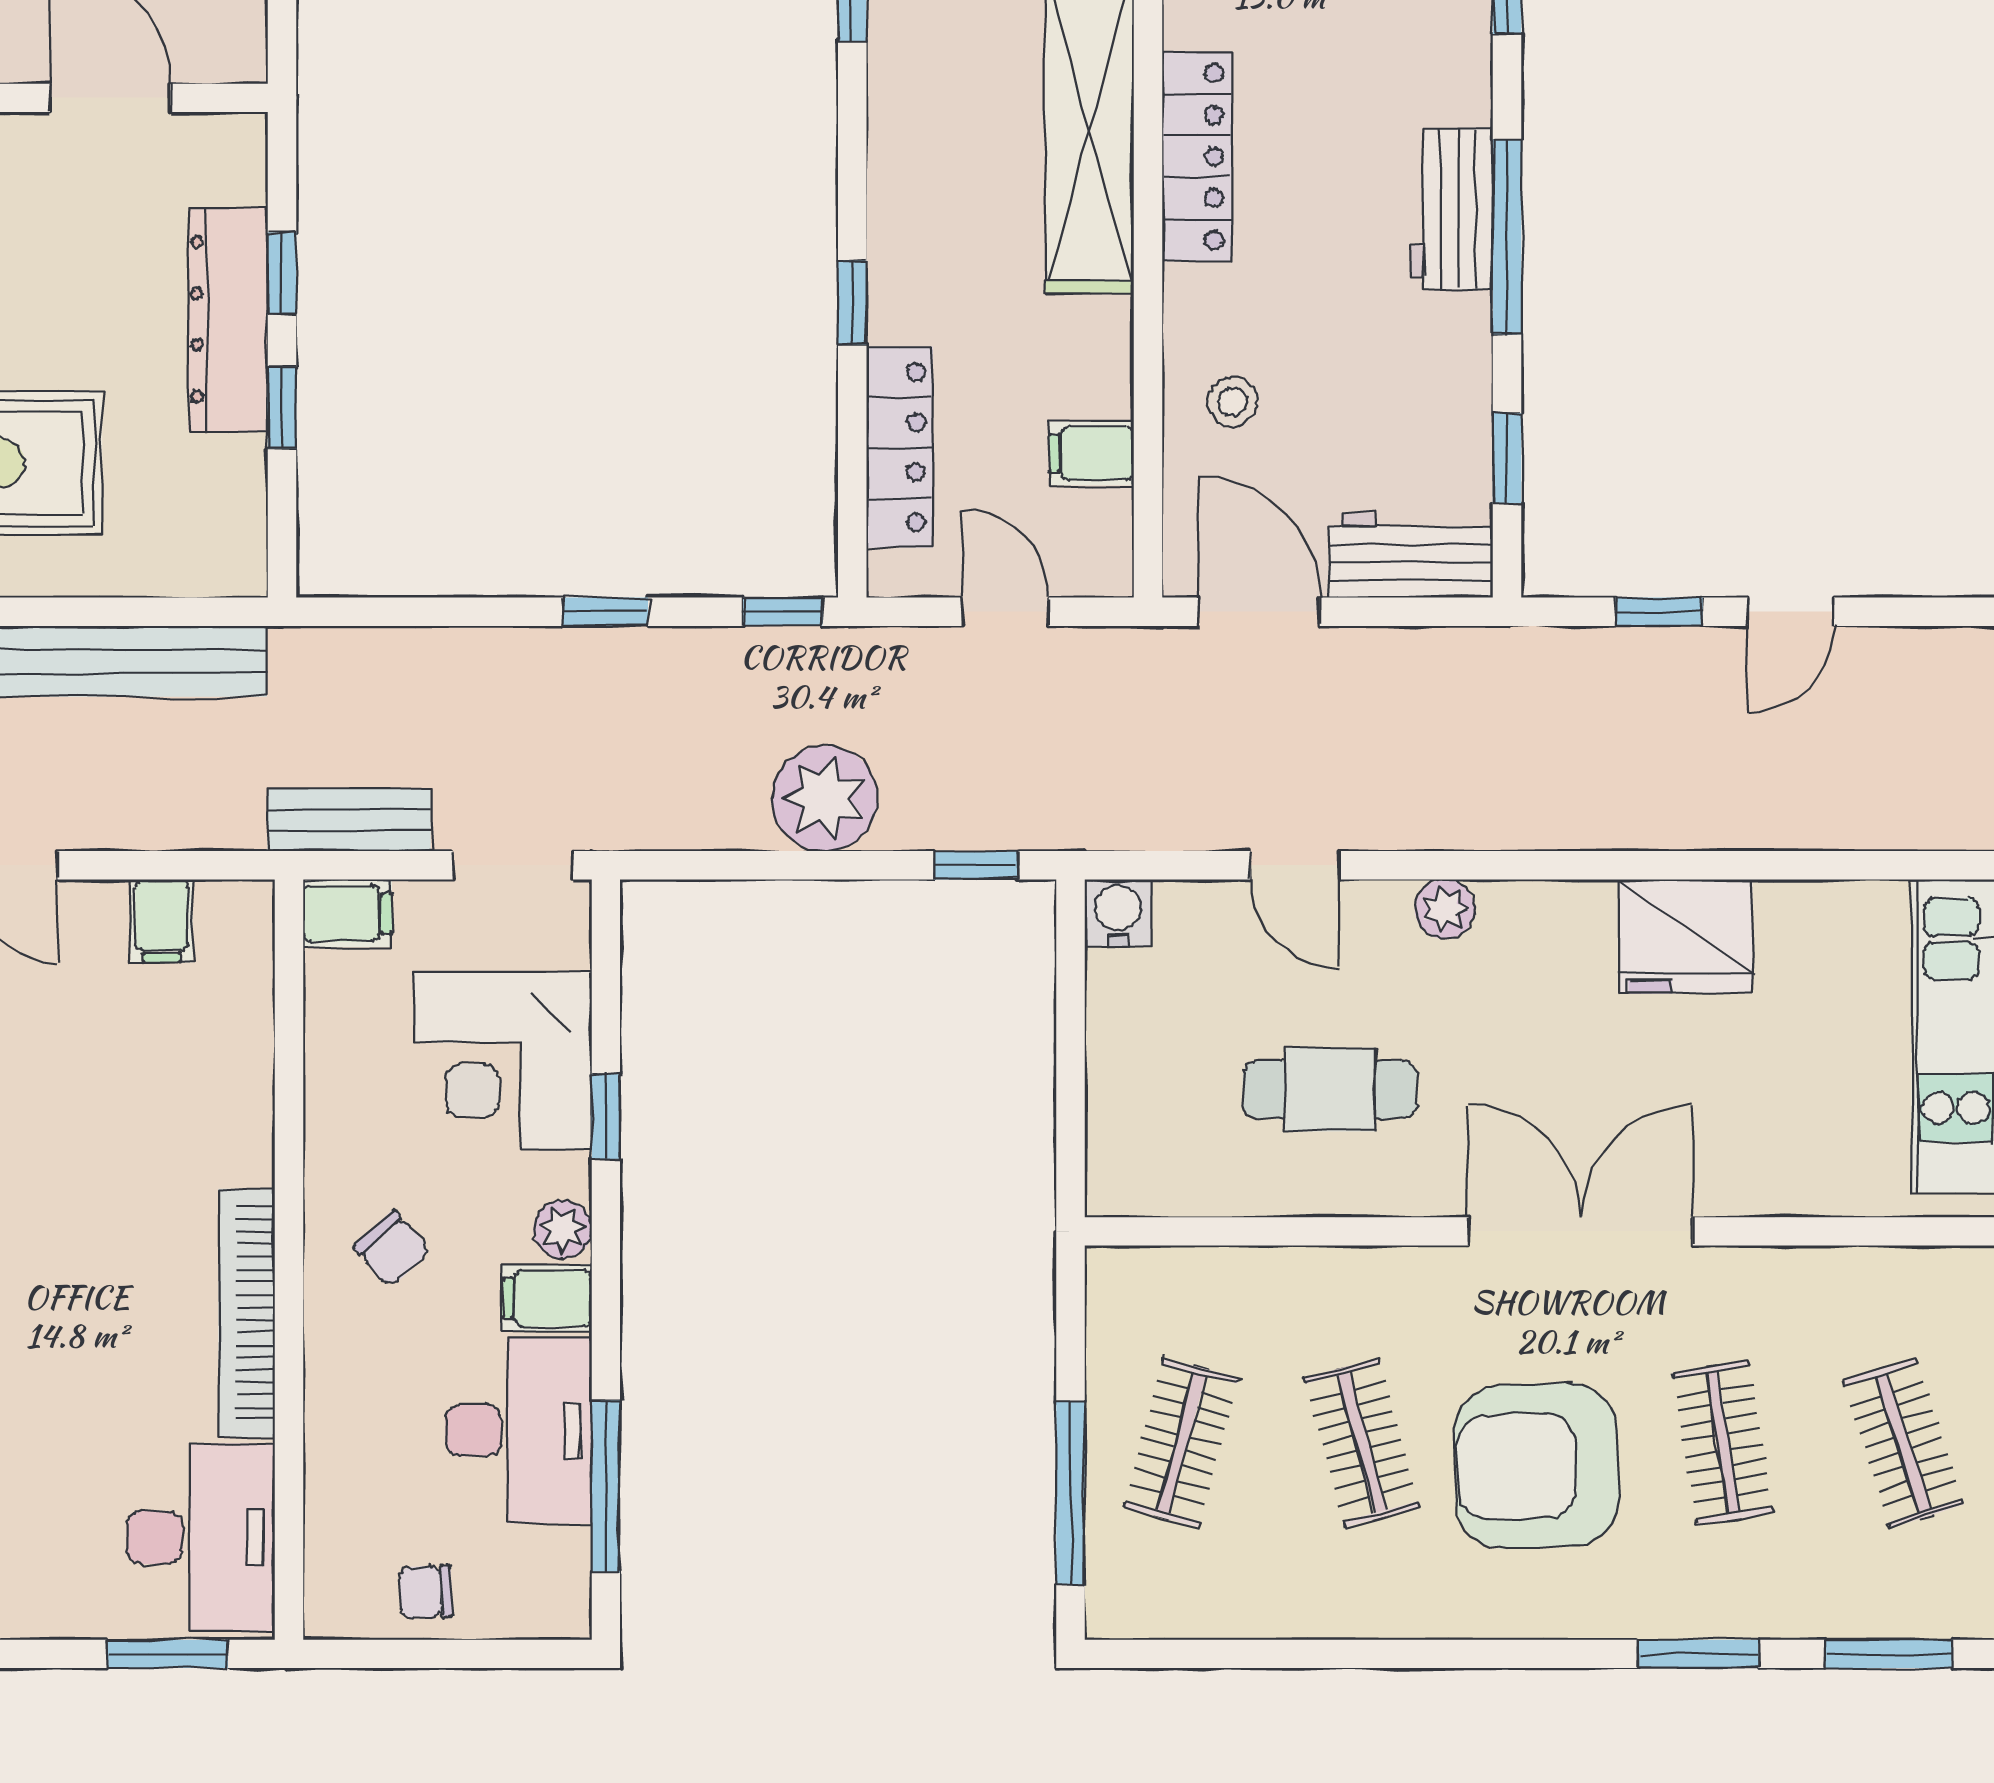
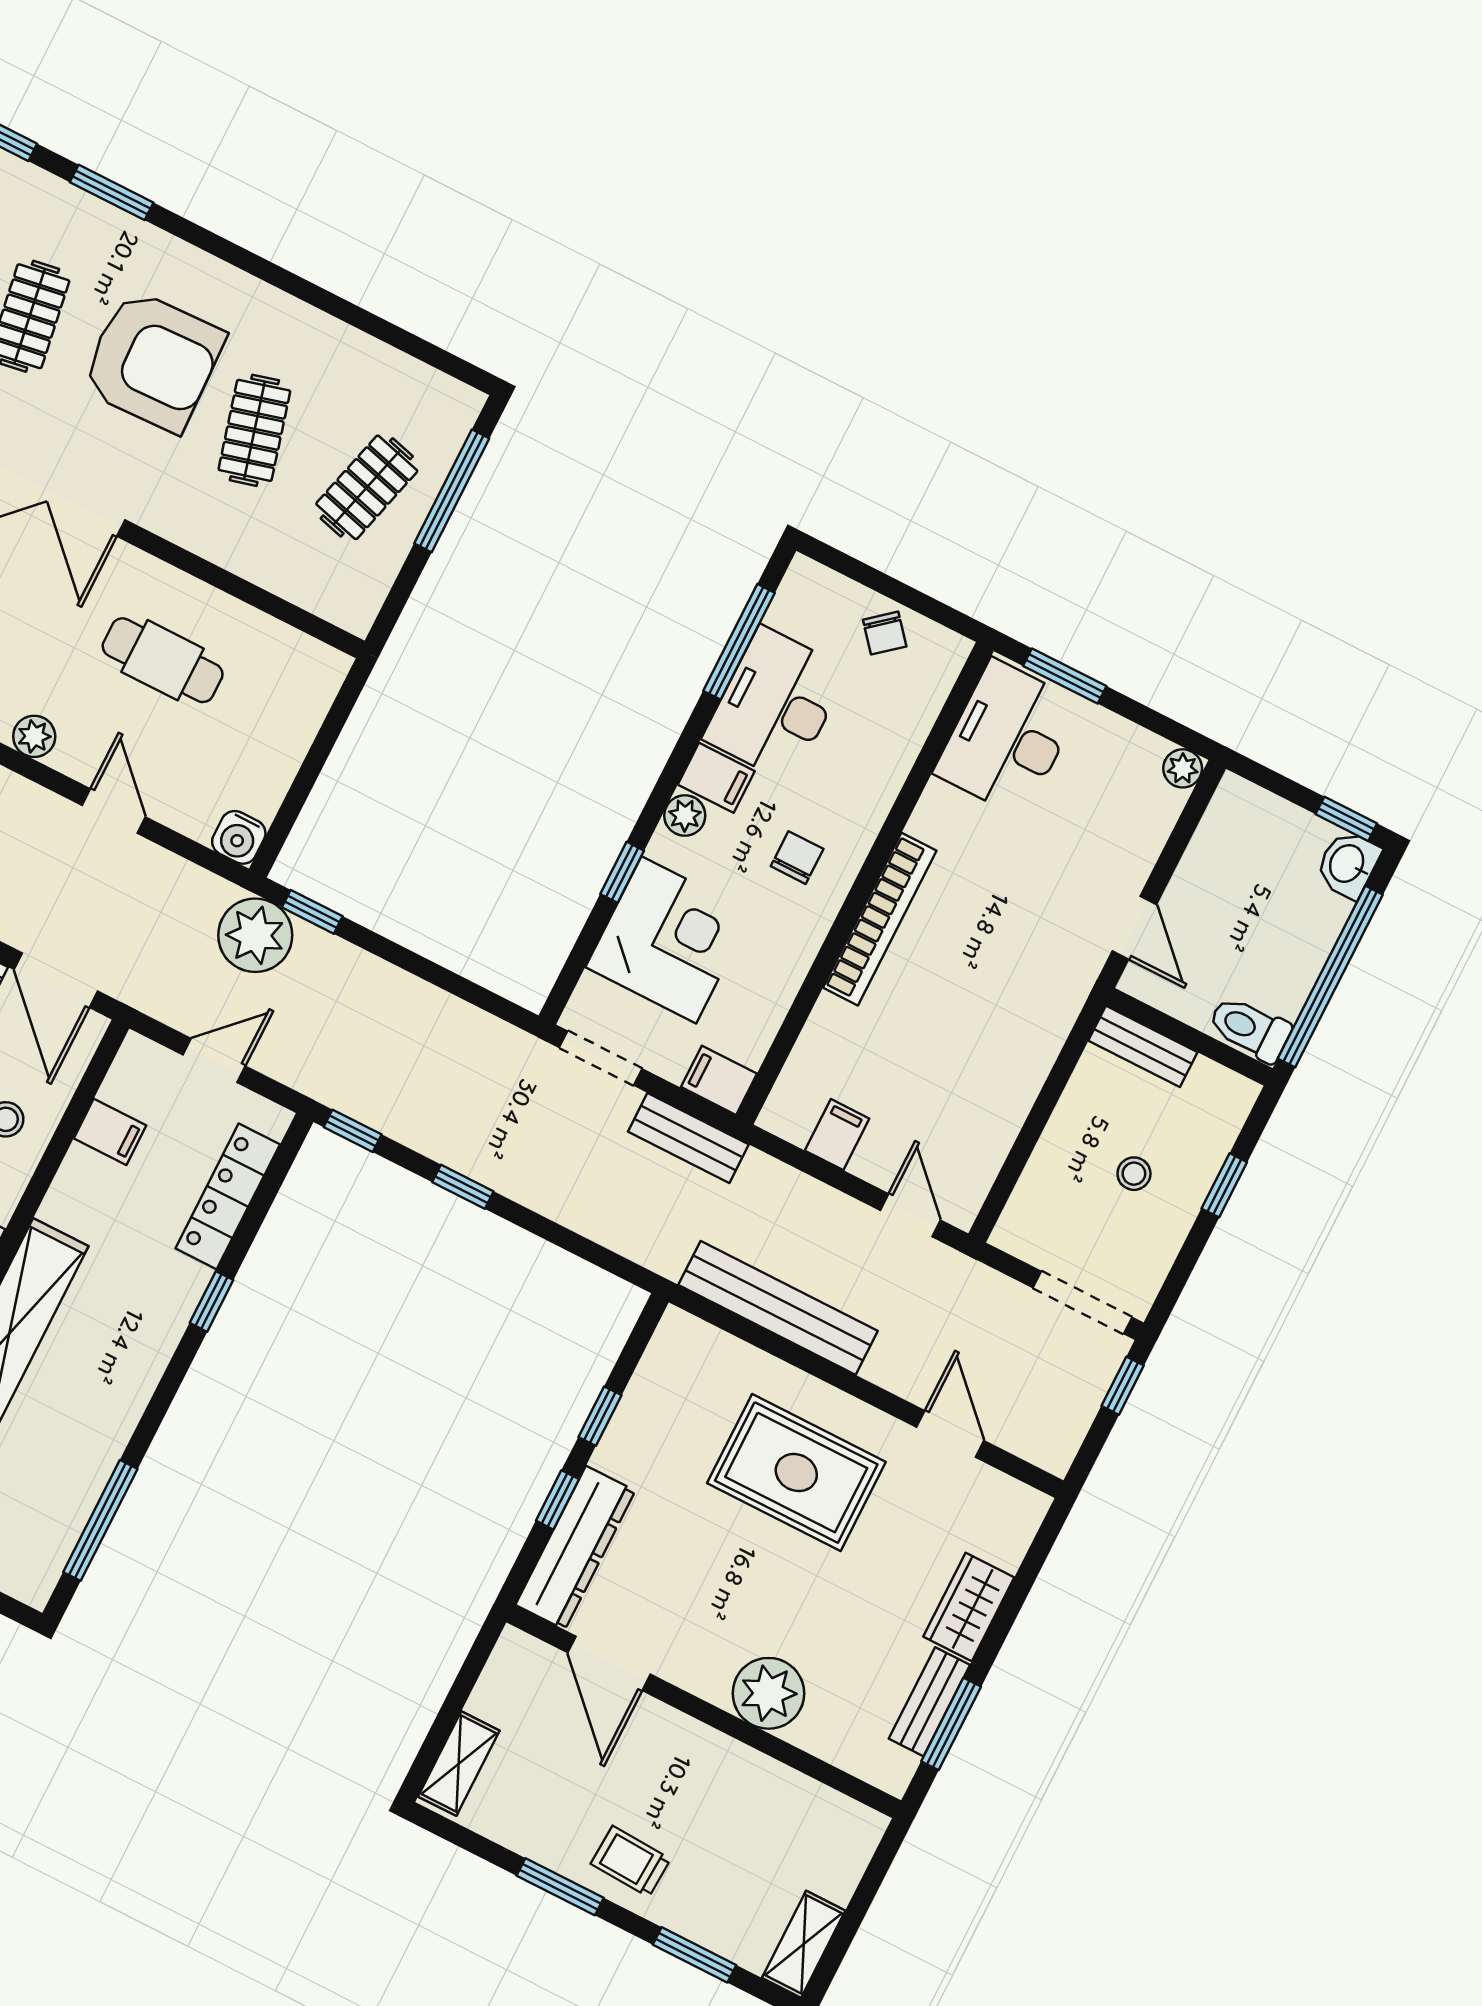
dresser: (228, 319) -> (575, 1548), moved
door: (1005, 612) -> (214, 1060), swing flipped
plant: (825, 798) -> (255, 935), moved
chair: (392, 1249) -> (797, 858), turned 42
bookcase: (247, 1313) -> (880, 919), moved
chair: (426, 1592) -> (885, 633), turned 53

